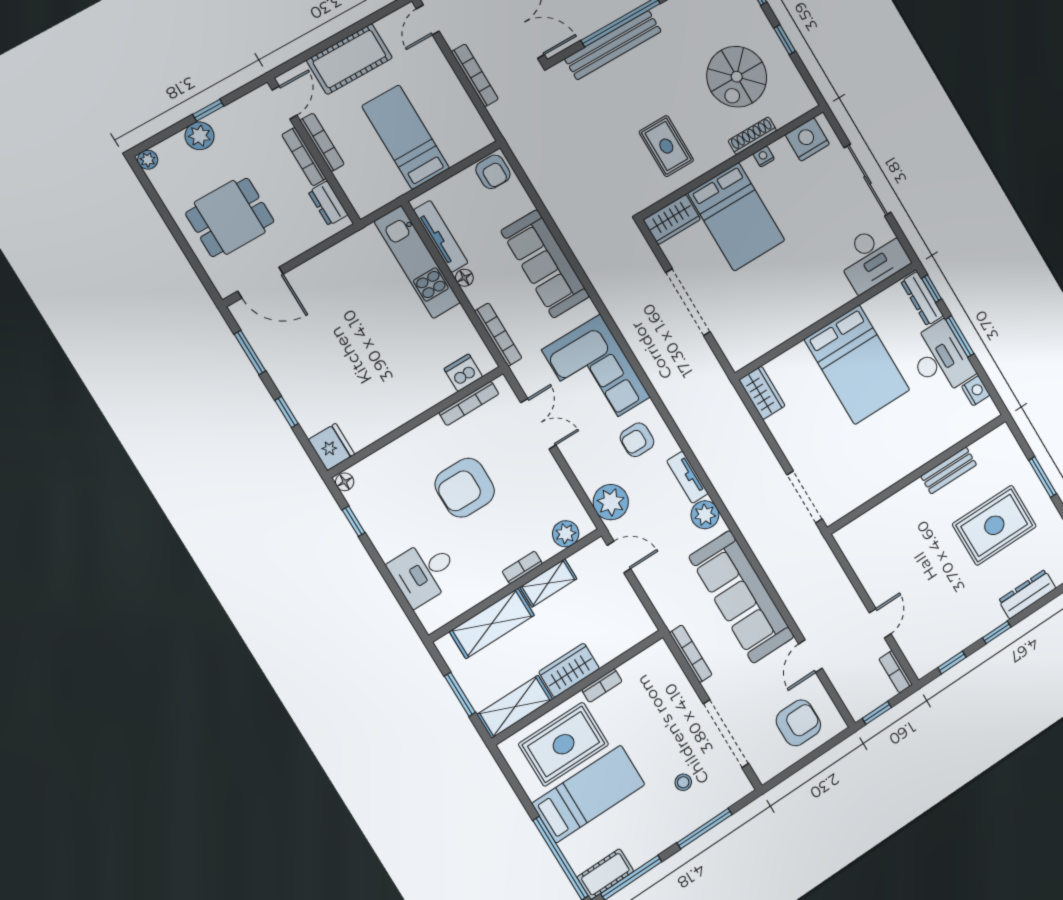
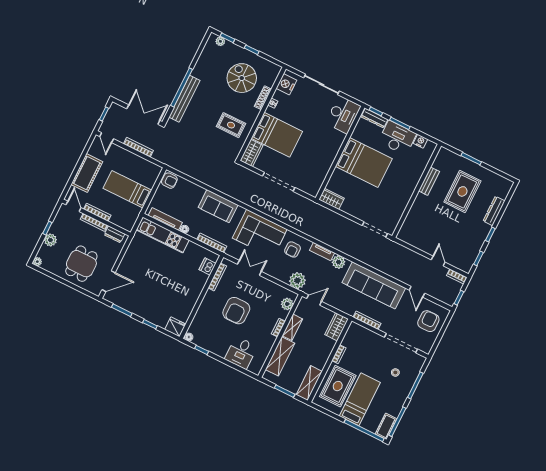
spiral stairs: (737, 77) -> (242, 78), turned 180
sofa: (545, 264) -> (218, 206), width x0.73
wardrobe: (569, 670) -> (337, 327), moved

